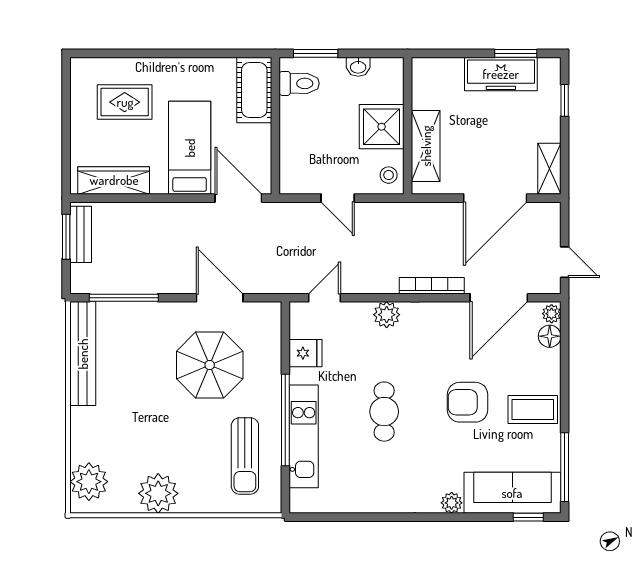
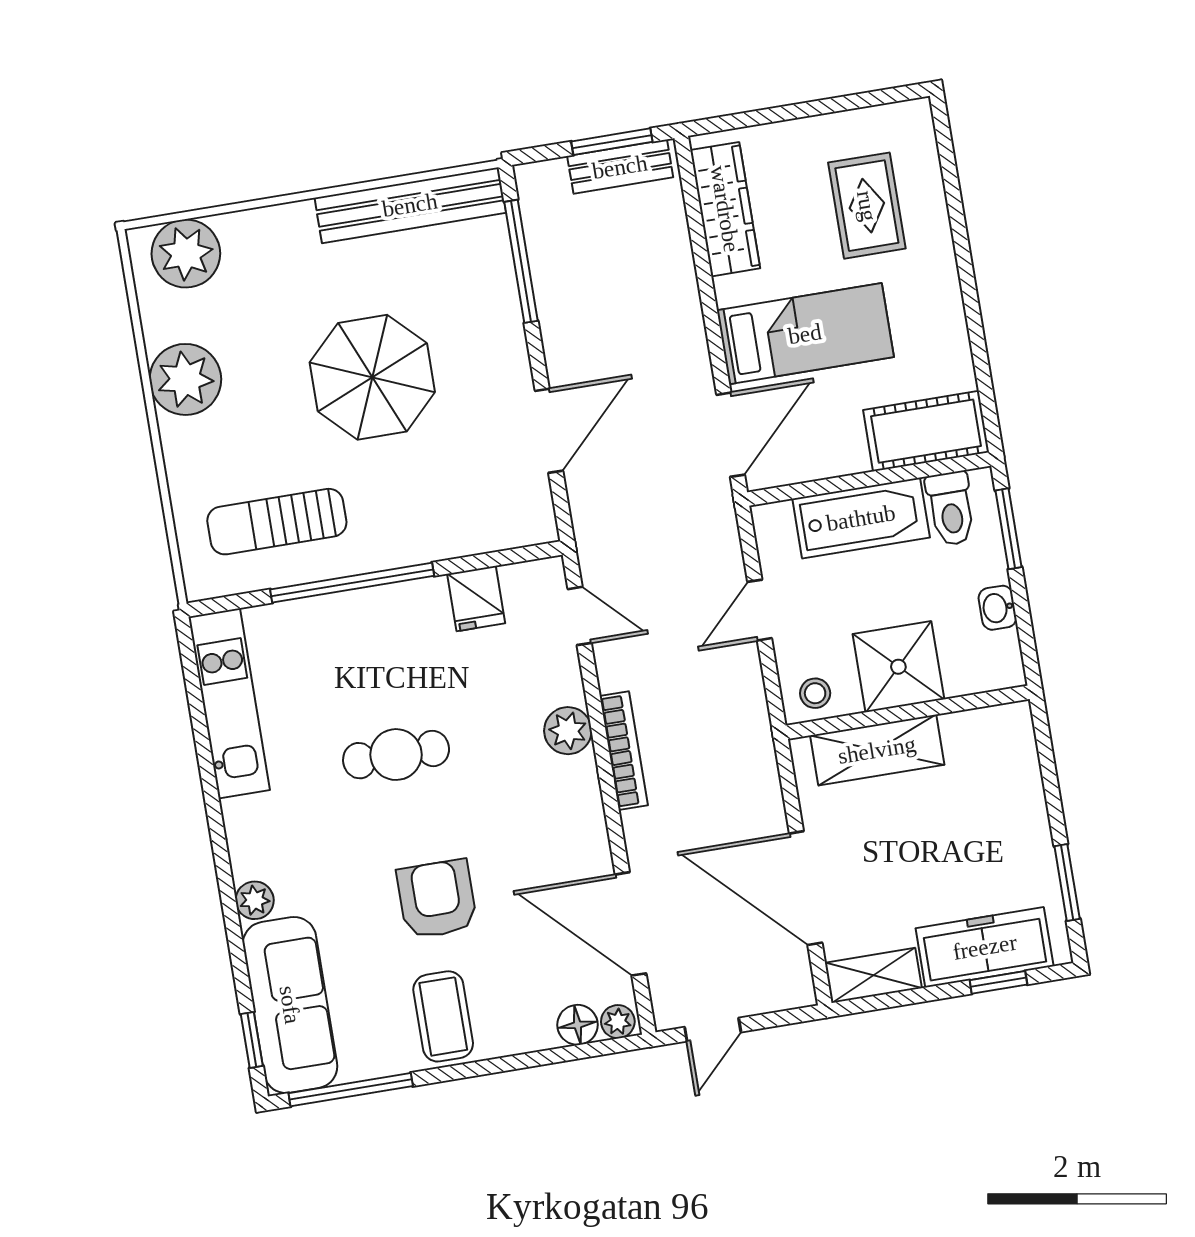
freezer: (501, 74) -> (985, 947), moved, turned 90
bathtub: (296, 134) -> (861, 518), added
bookcase: (432, 286) -> (624, 751), moved
parasol: (210, 365) -> (372, 377), moved
kitchen unit: (304, 436) -> (229, 703), moved, turned -90

